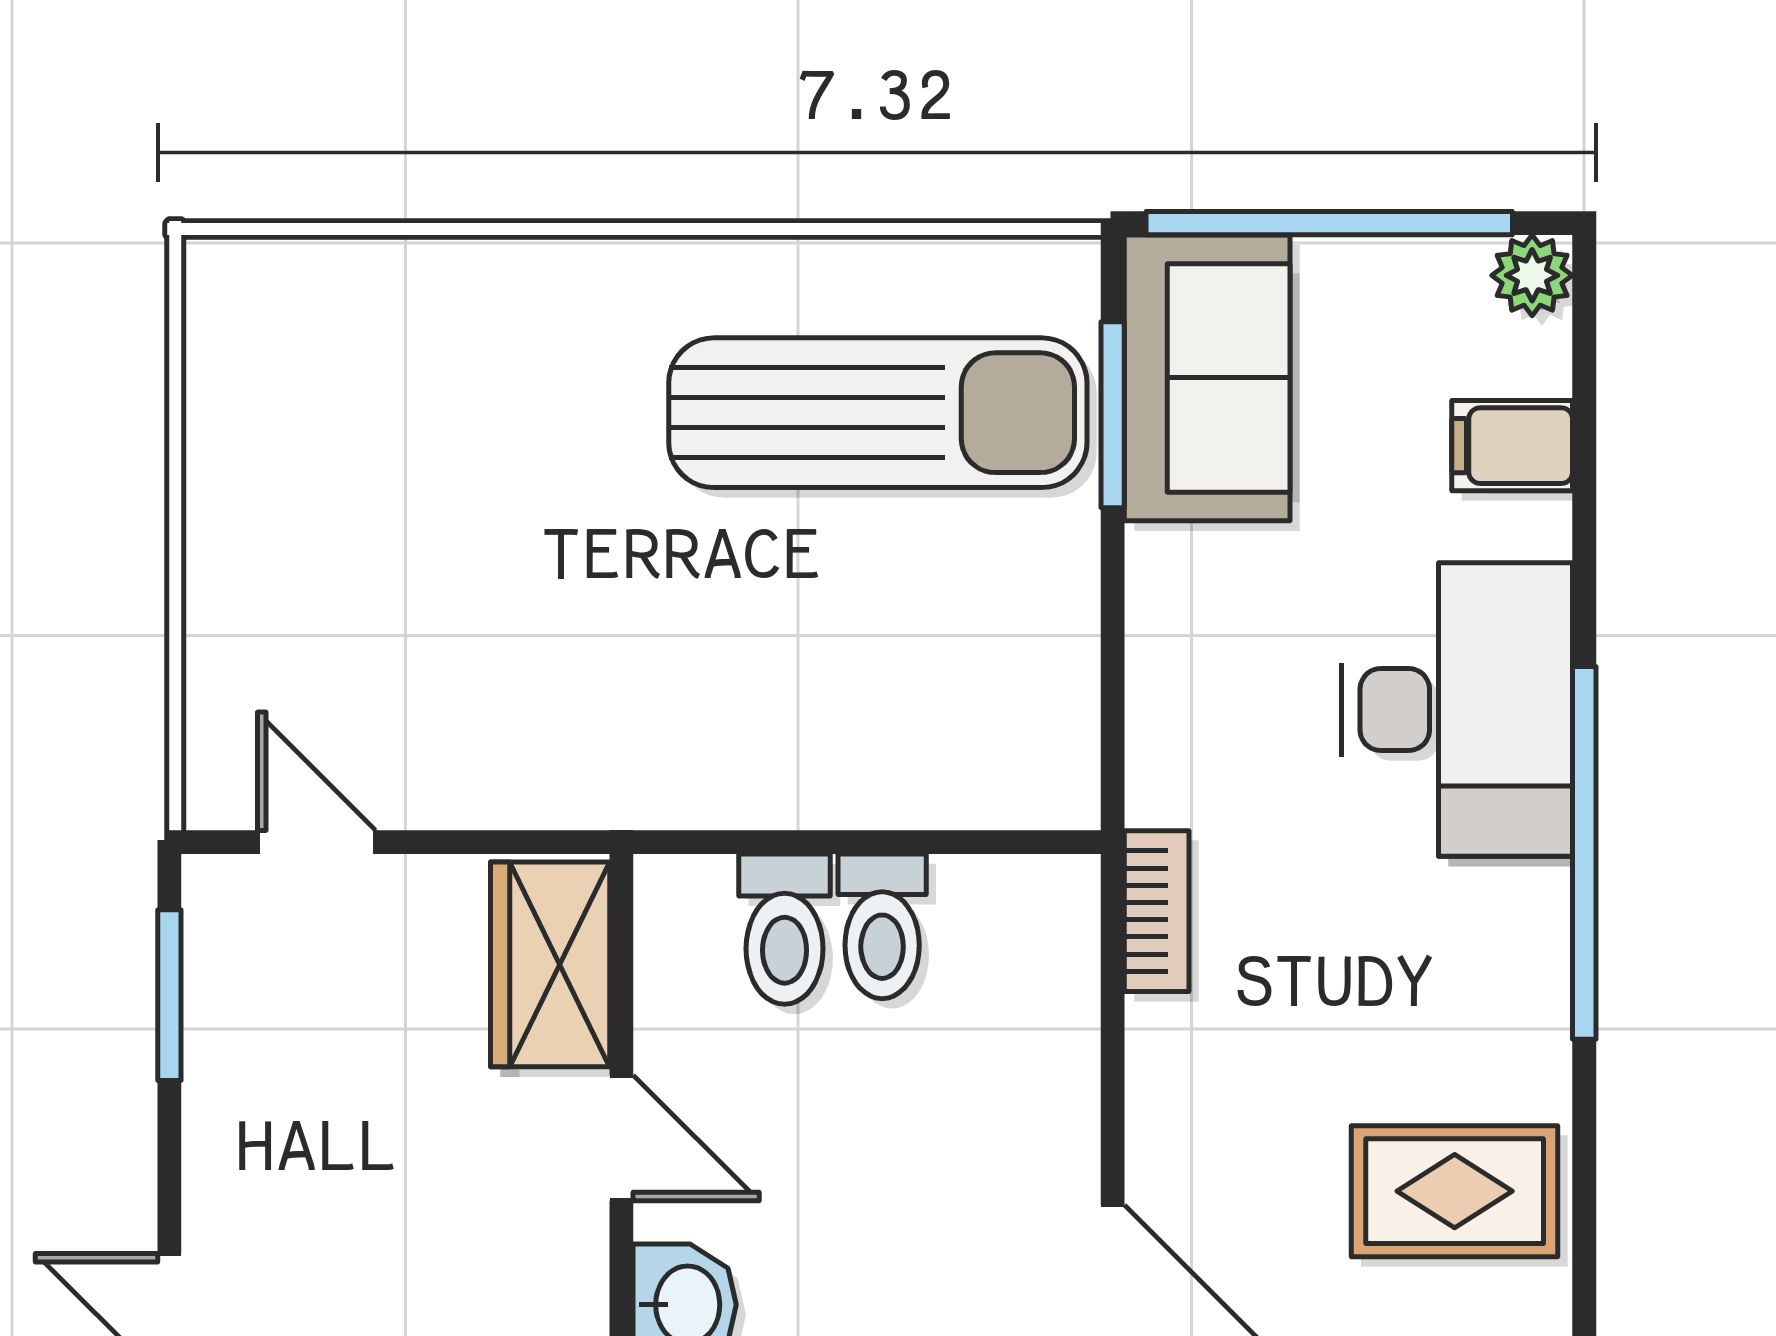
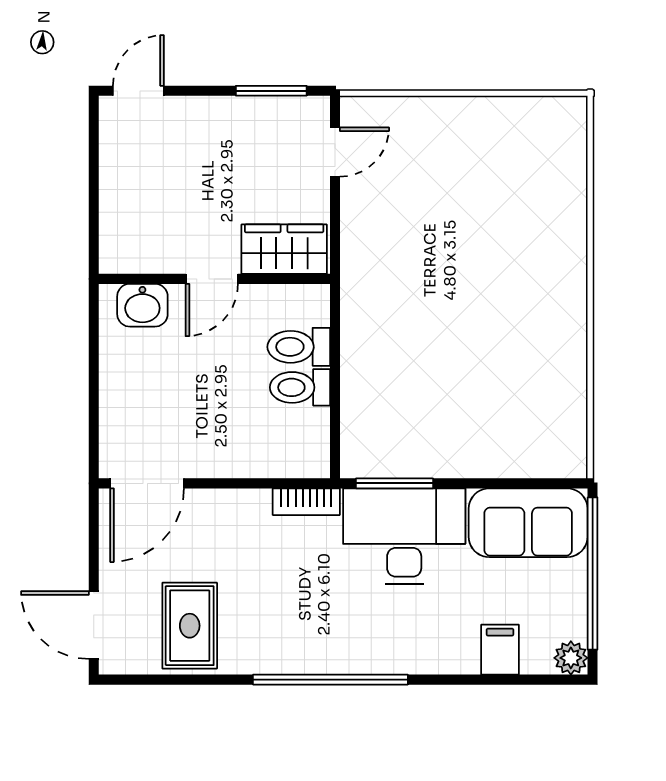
sun lounger: (878, 413) -> (514, 386), removed
window: (1113, 415) -> (394, 483), moved
desk: (1457, 710) -> (404, 536), moved, turned 180

